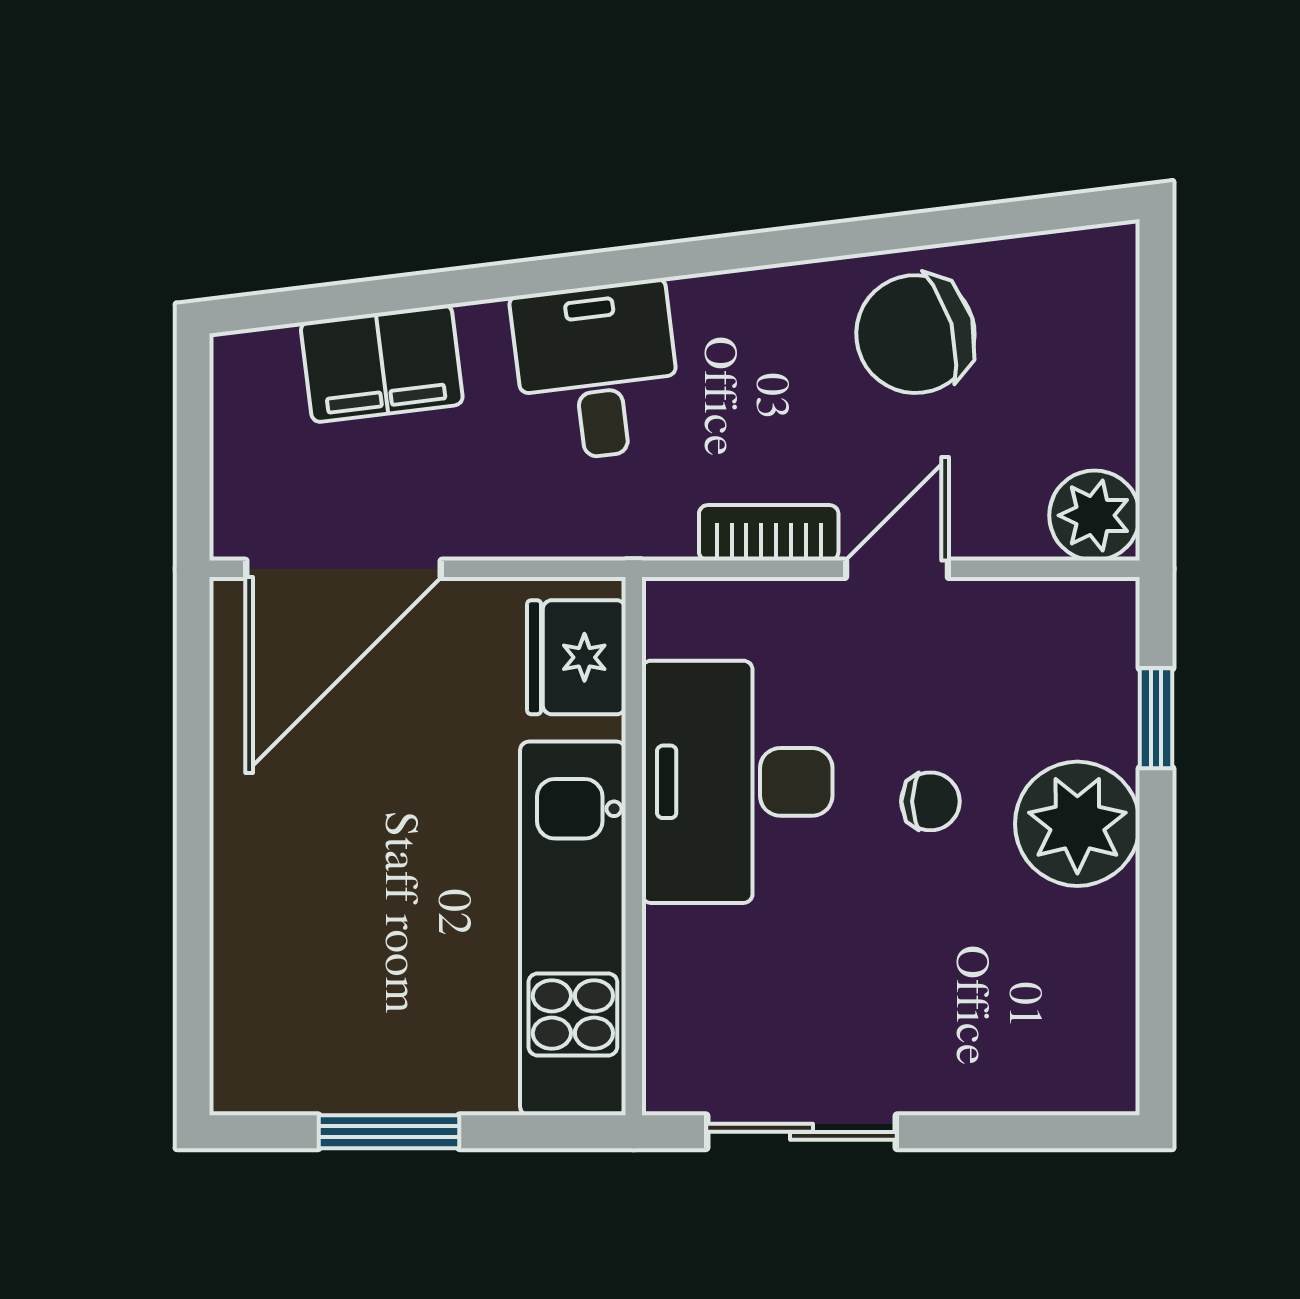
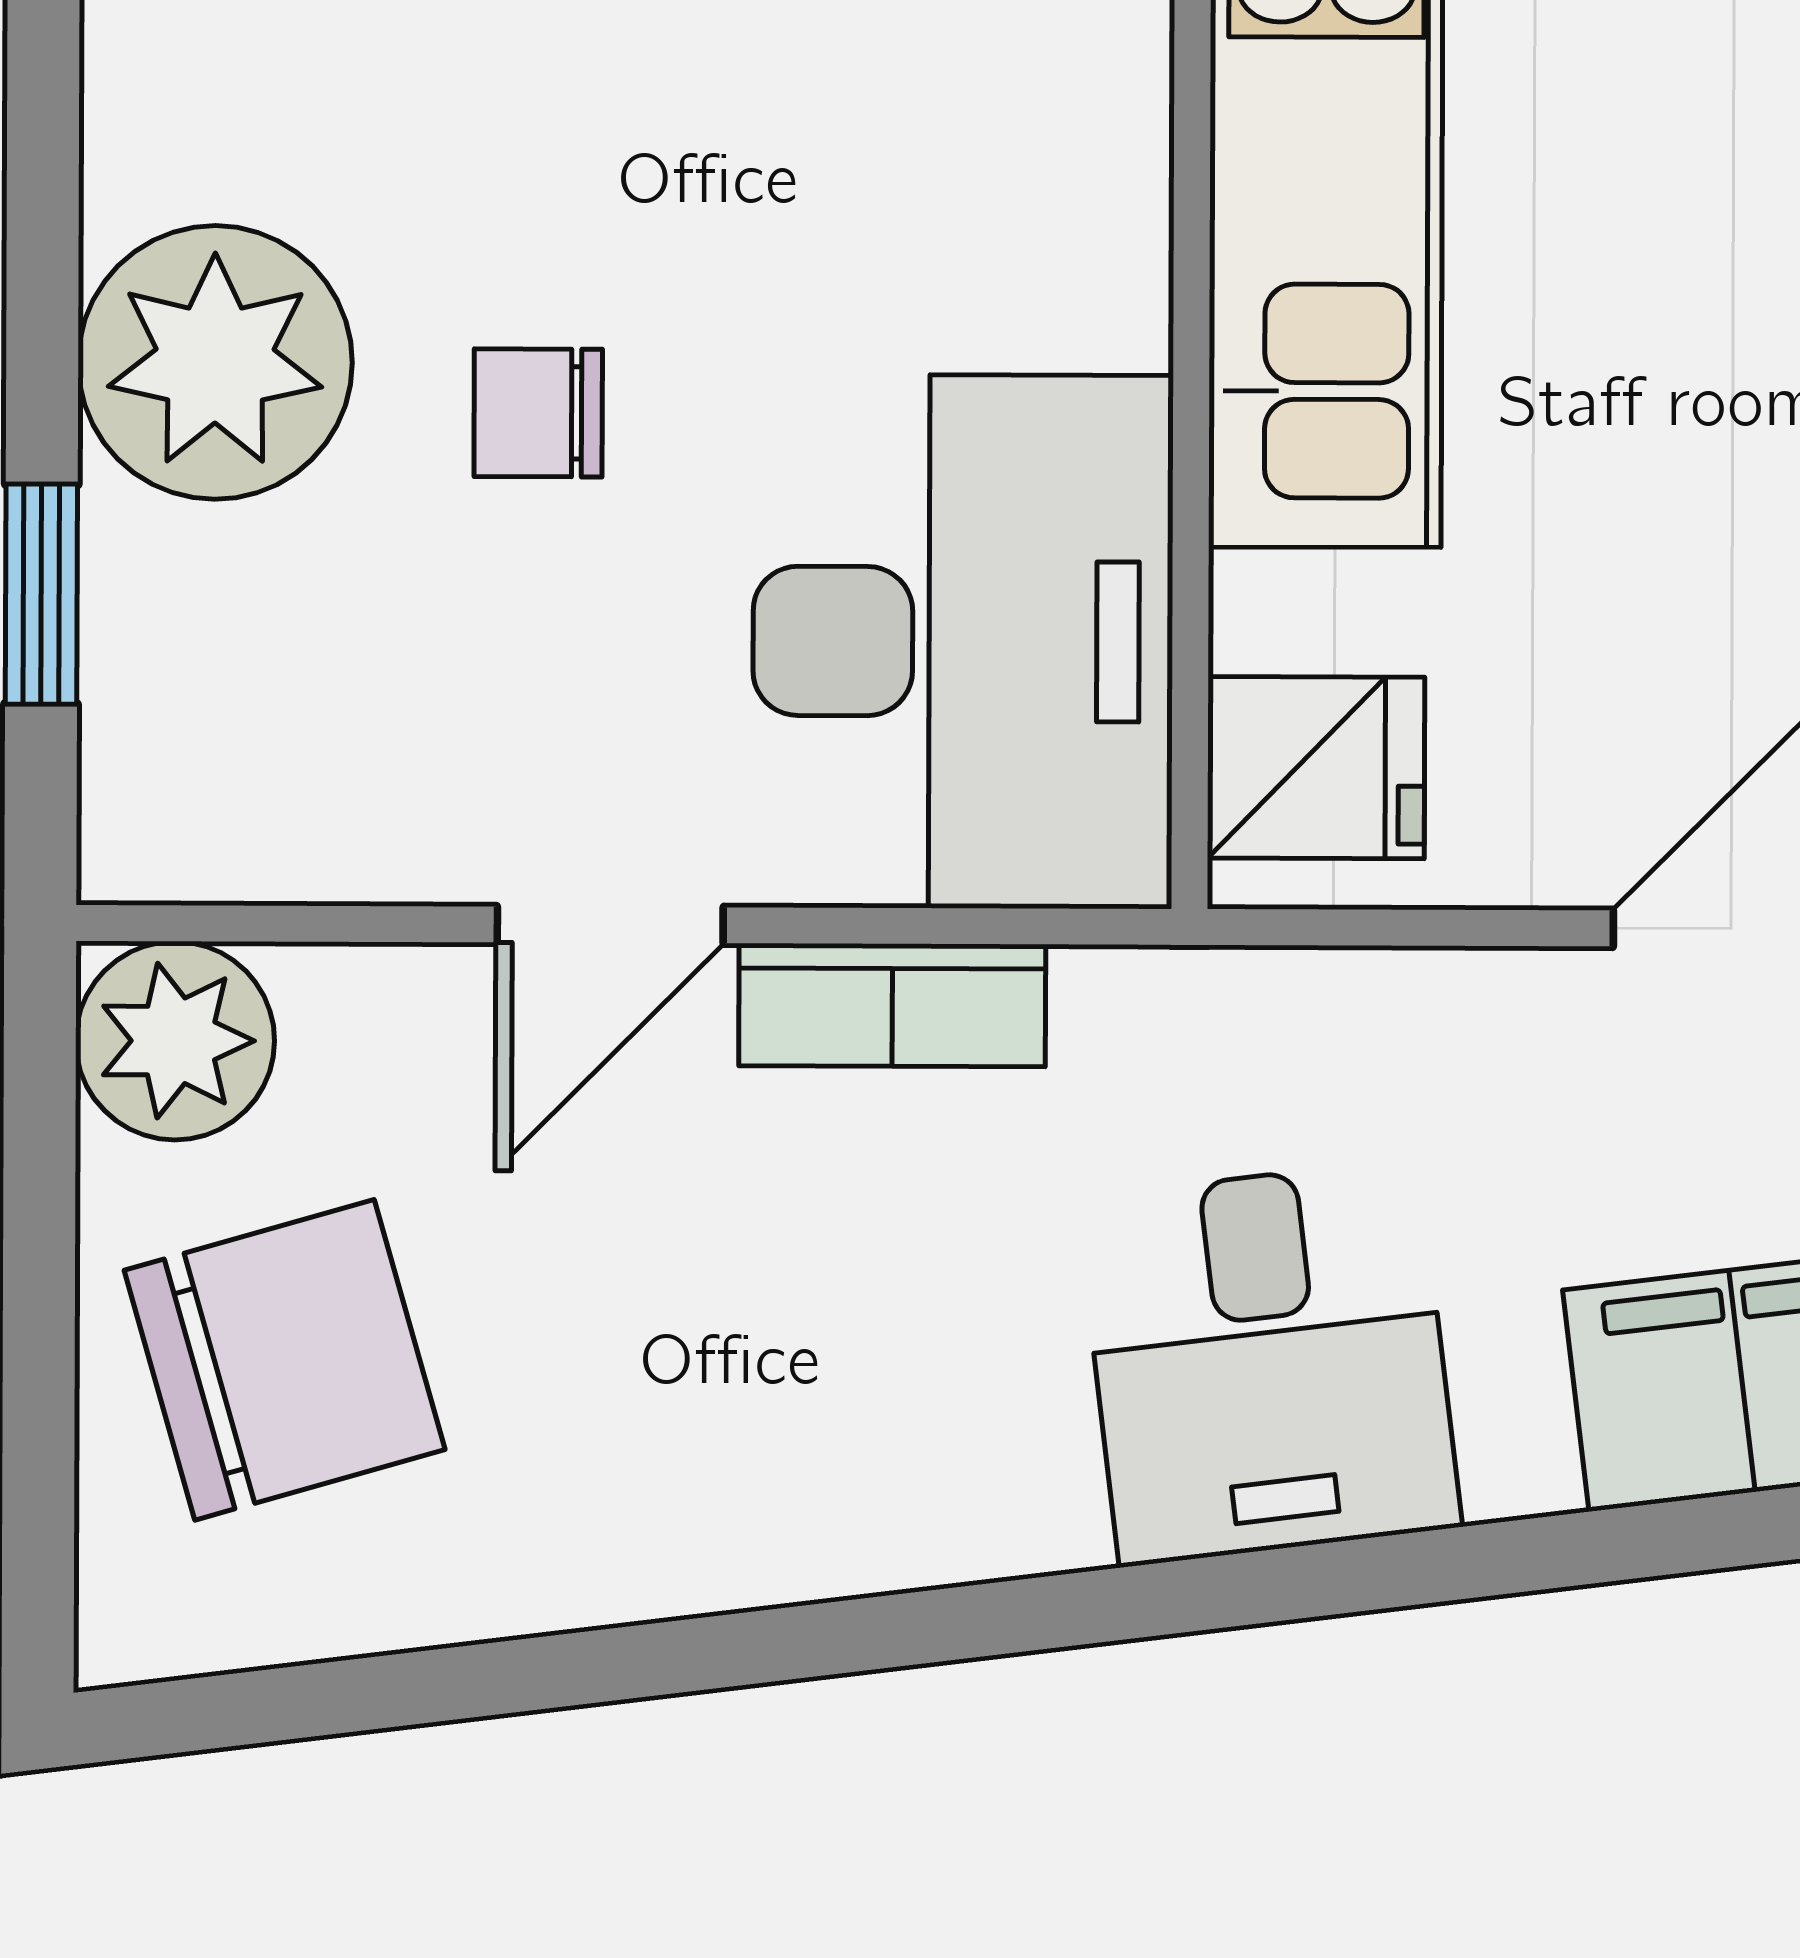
chair: (915, 334) -> (285, 1360), moved
fridge: (576, 657) -> (1316, 768), width x0.72
desk: (737, 782) -> (963, 641), moved

